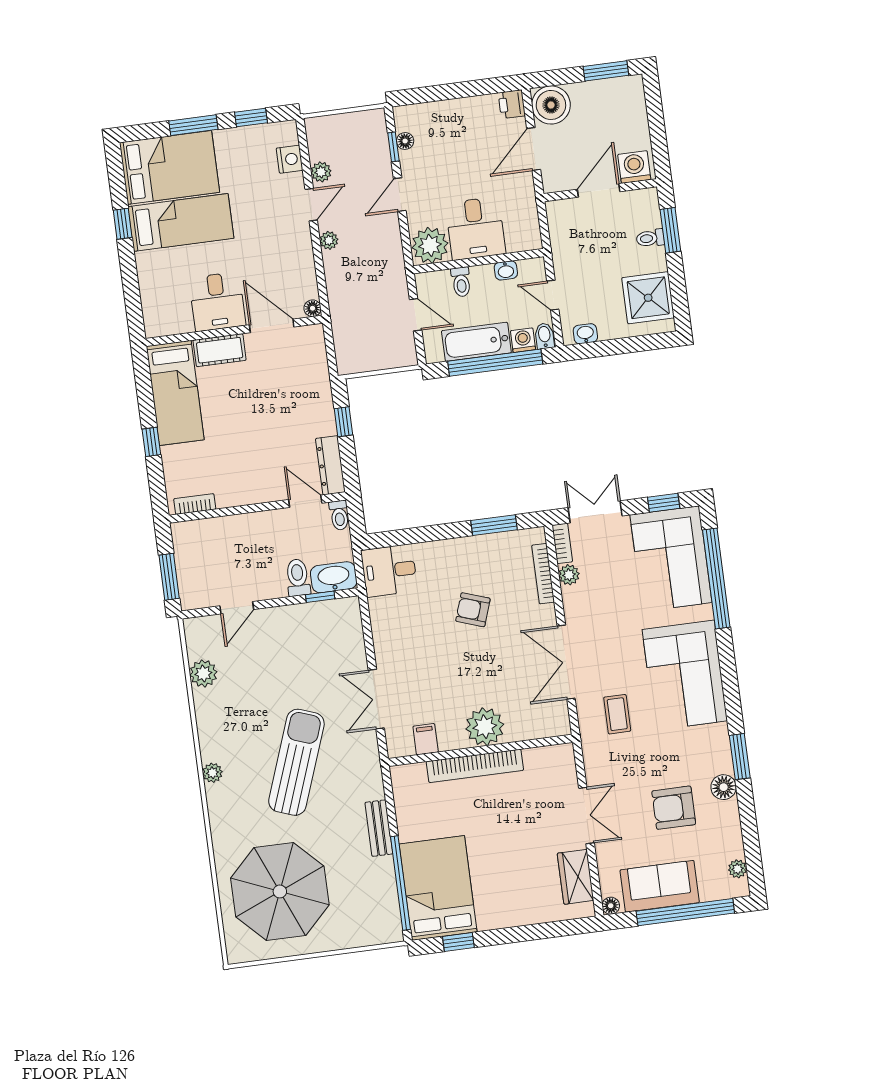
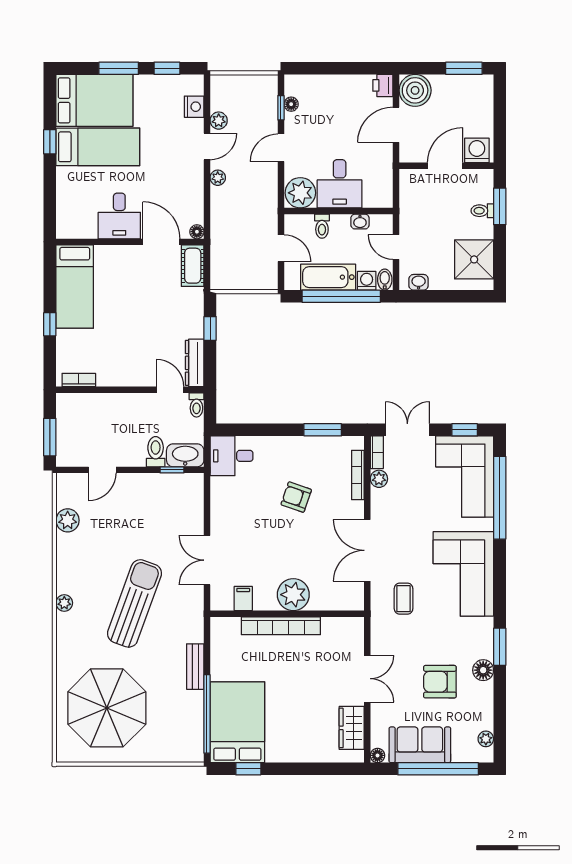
cot: (220, 350) -> (193, 266), moved, turned 90

